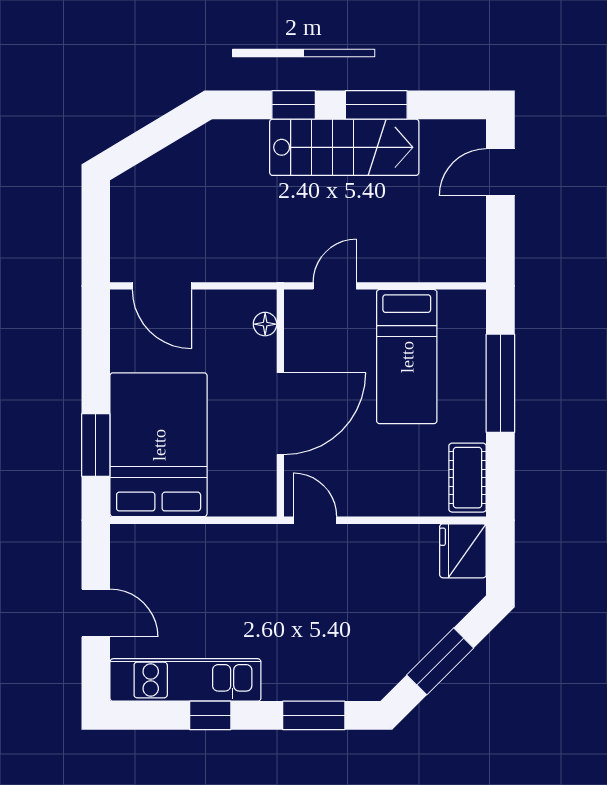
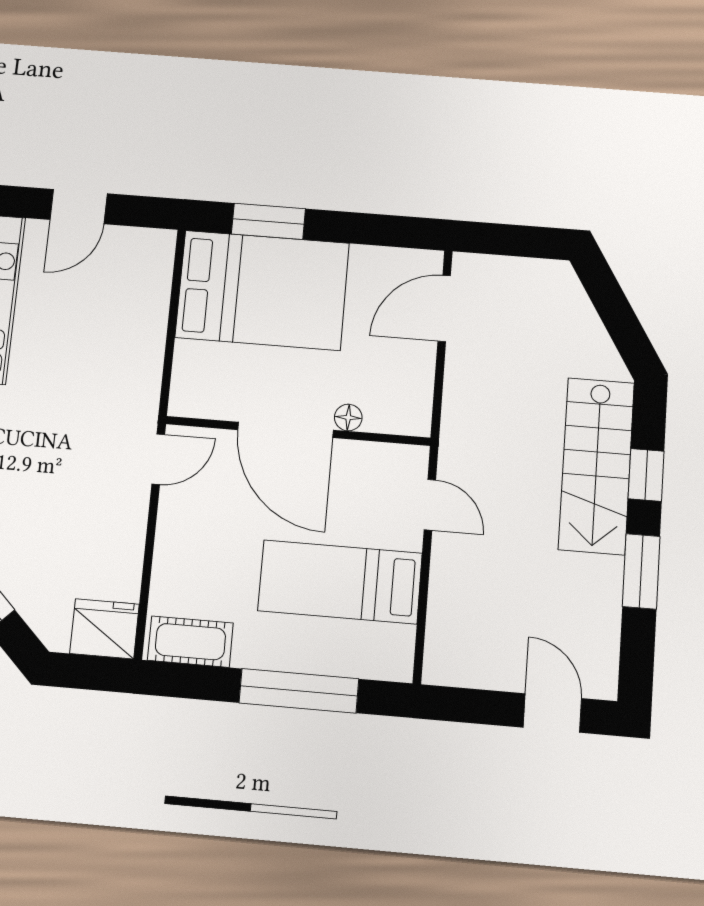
stairs: (344, 147) -> (596, 466), moved
floor lamp: (265, 324) -> (348, 418), moved

